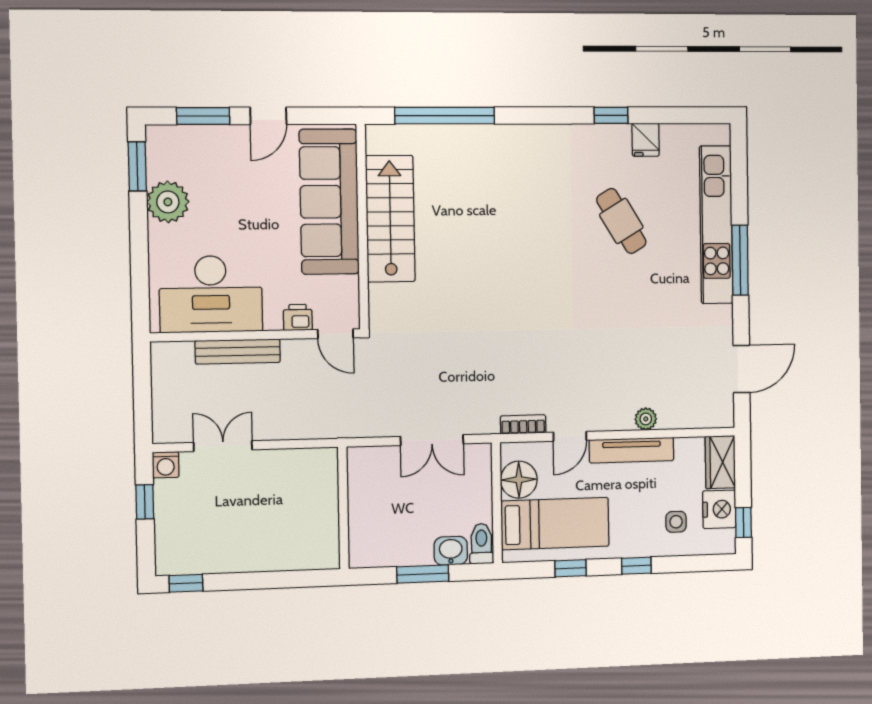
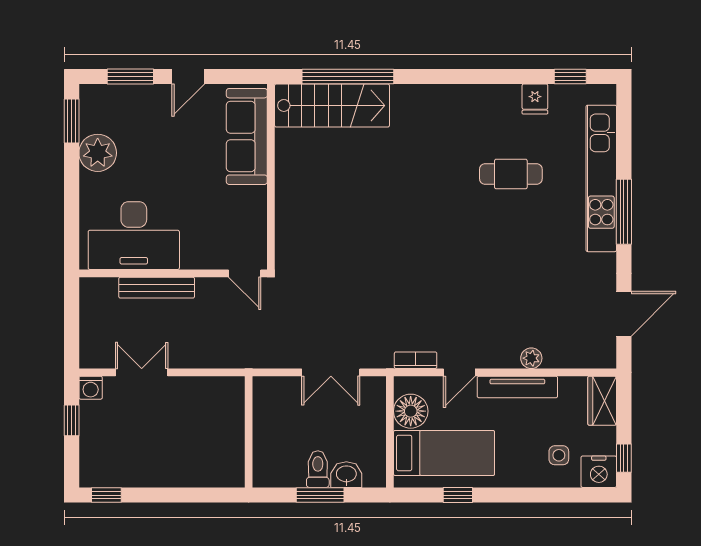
window: (611, 115) -> (570, 76), moved
sofa: (329, 202) -> (247, 136), width x0.74, depth x0.79
stairs: (390, 219) -> (332, 105), moved, turned 90
cafe table: (621, 221) -> (511, 174), turned -59
printer: (298, 317) -> (211, 258), removed
nightstand: (719, 509) -> (599, 472), moved, turned 90
toilet: (481, 544) -> (318, 469), moved
window: (636, 566) -> (520, 495), removed

